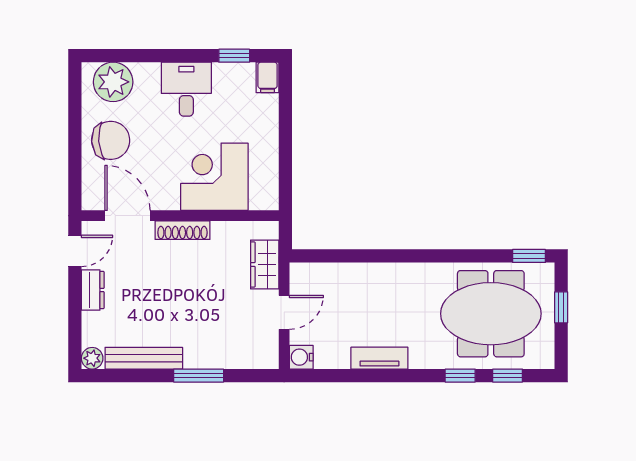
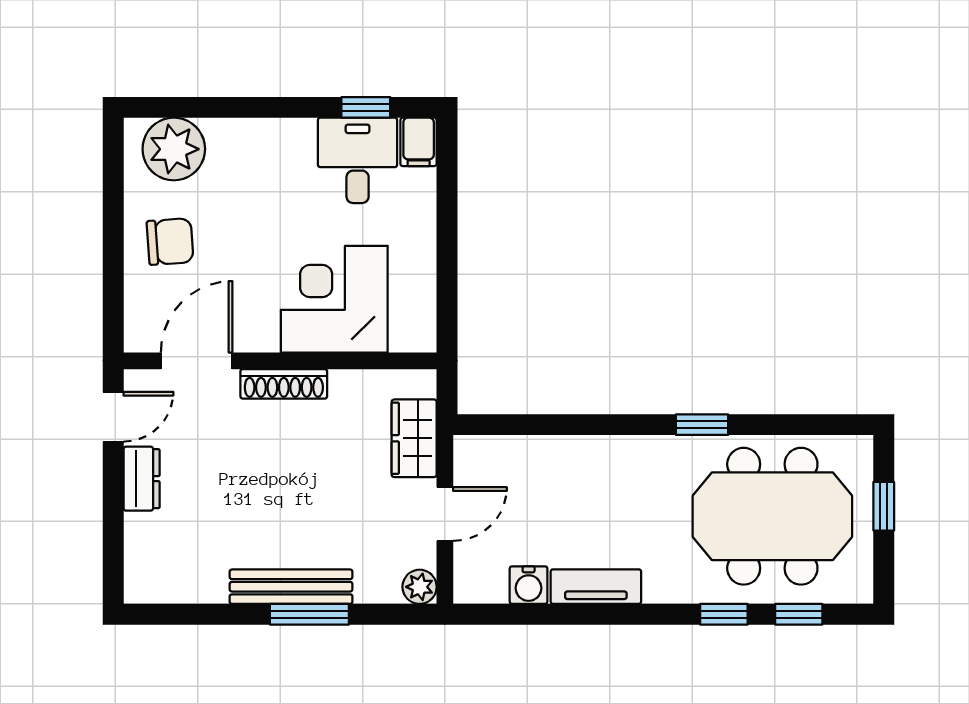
desk: (186, 89) -> (358, 160), moved
chair: (111, 140) -> (170, 242), width x0.73, depth x0.73
door: (127, 216) -> (197, 361), hinge flipped
window: (529, 256) -> (702, 425), moved
water cooler: (301, 357) -> (529, 585), moved, turned -90
plant: (92, 358) -> (420, 587), moved
bench: (144, 358) -> (291, 587), moved

